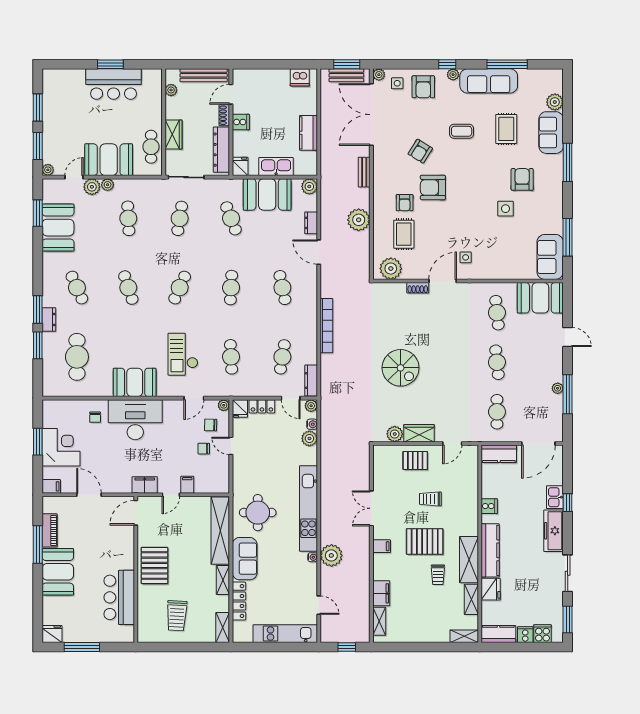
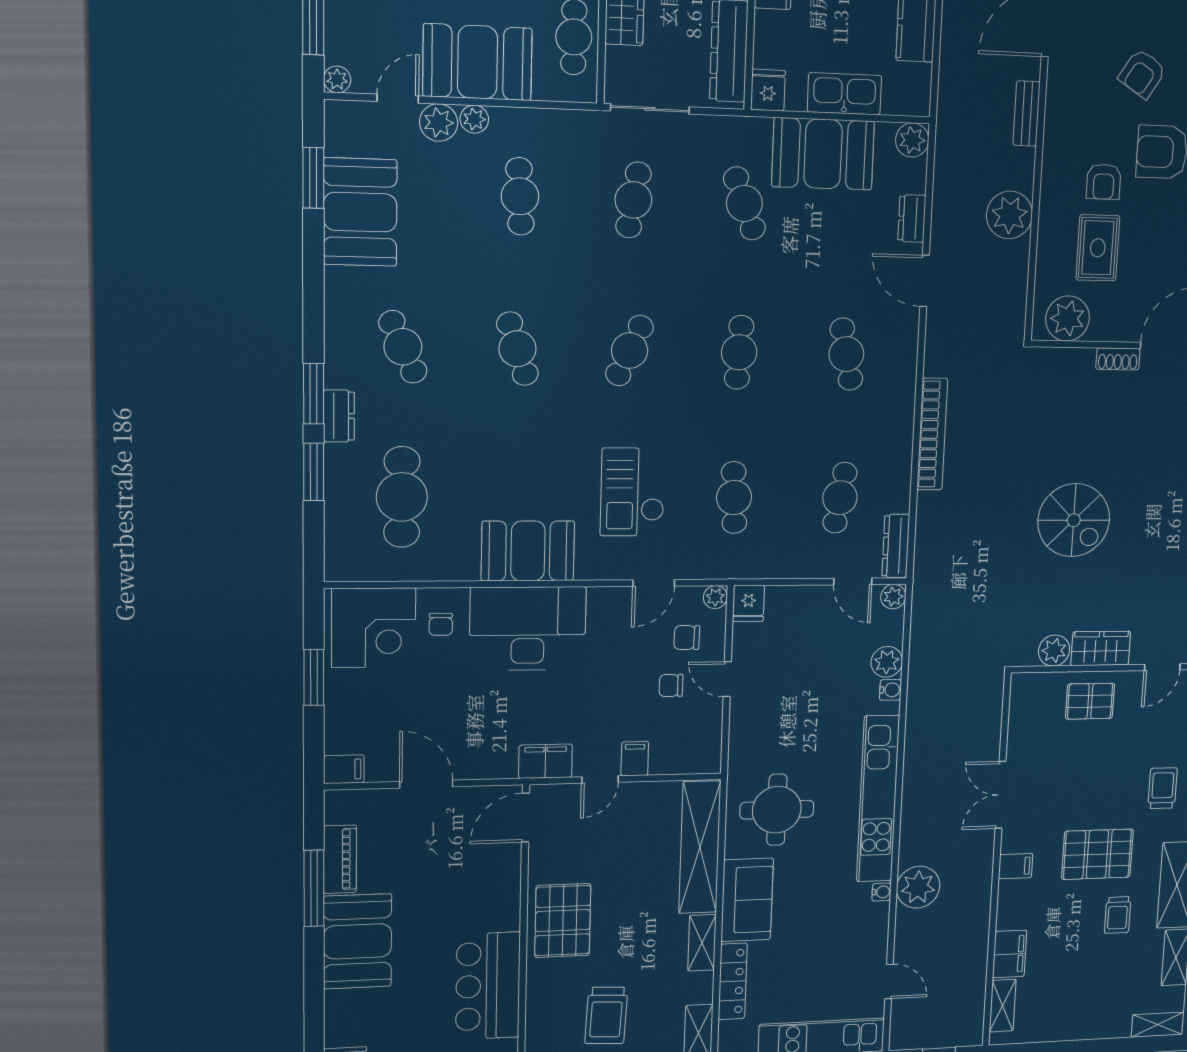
locker: (262, 406) -> (794, 599), removed
water cooler: (312, 424) -> (890, 690), moved
corner desk: (61, 447) -> (374, 628), moved, turned 90
trolley: (430, 499) -> (1163, 788), moved, turned 90

